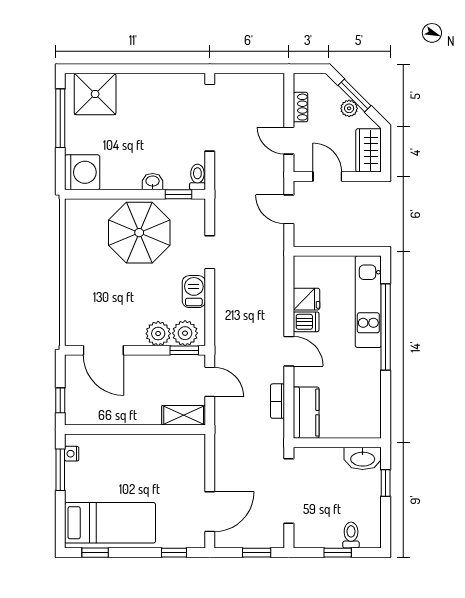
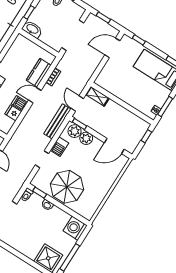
bench: (224, 331) -> (57, 121), added
door: (103, 350) -> (114, 146), swing flipped
door: (289, 351) -> (35, 95), hinge flipped
kitchen counter: (306, 413) -> (39, 73), moved

